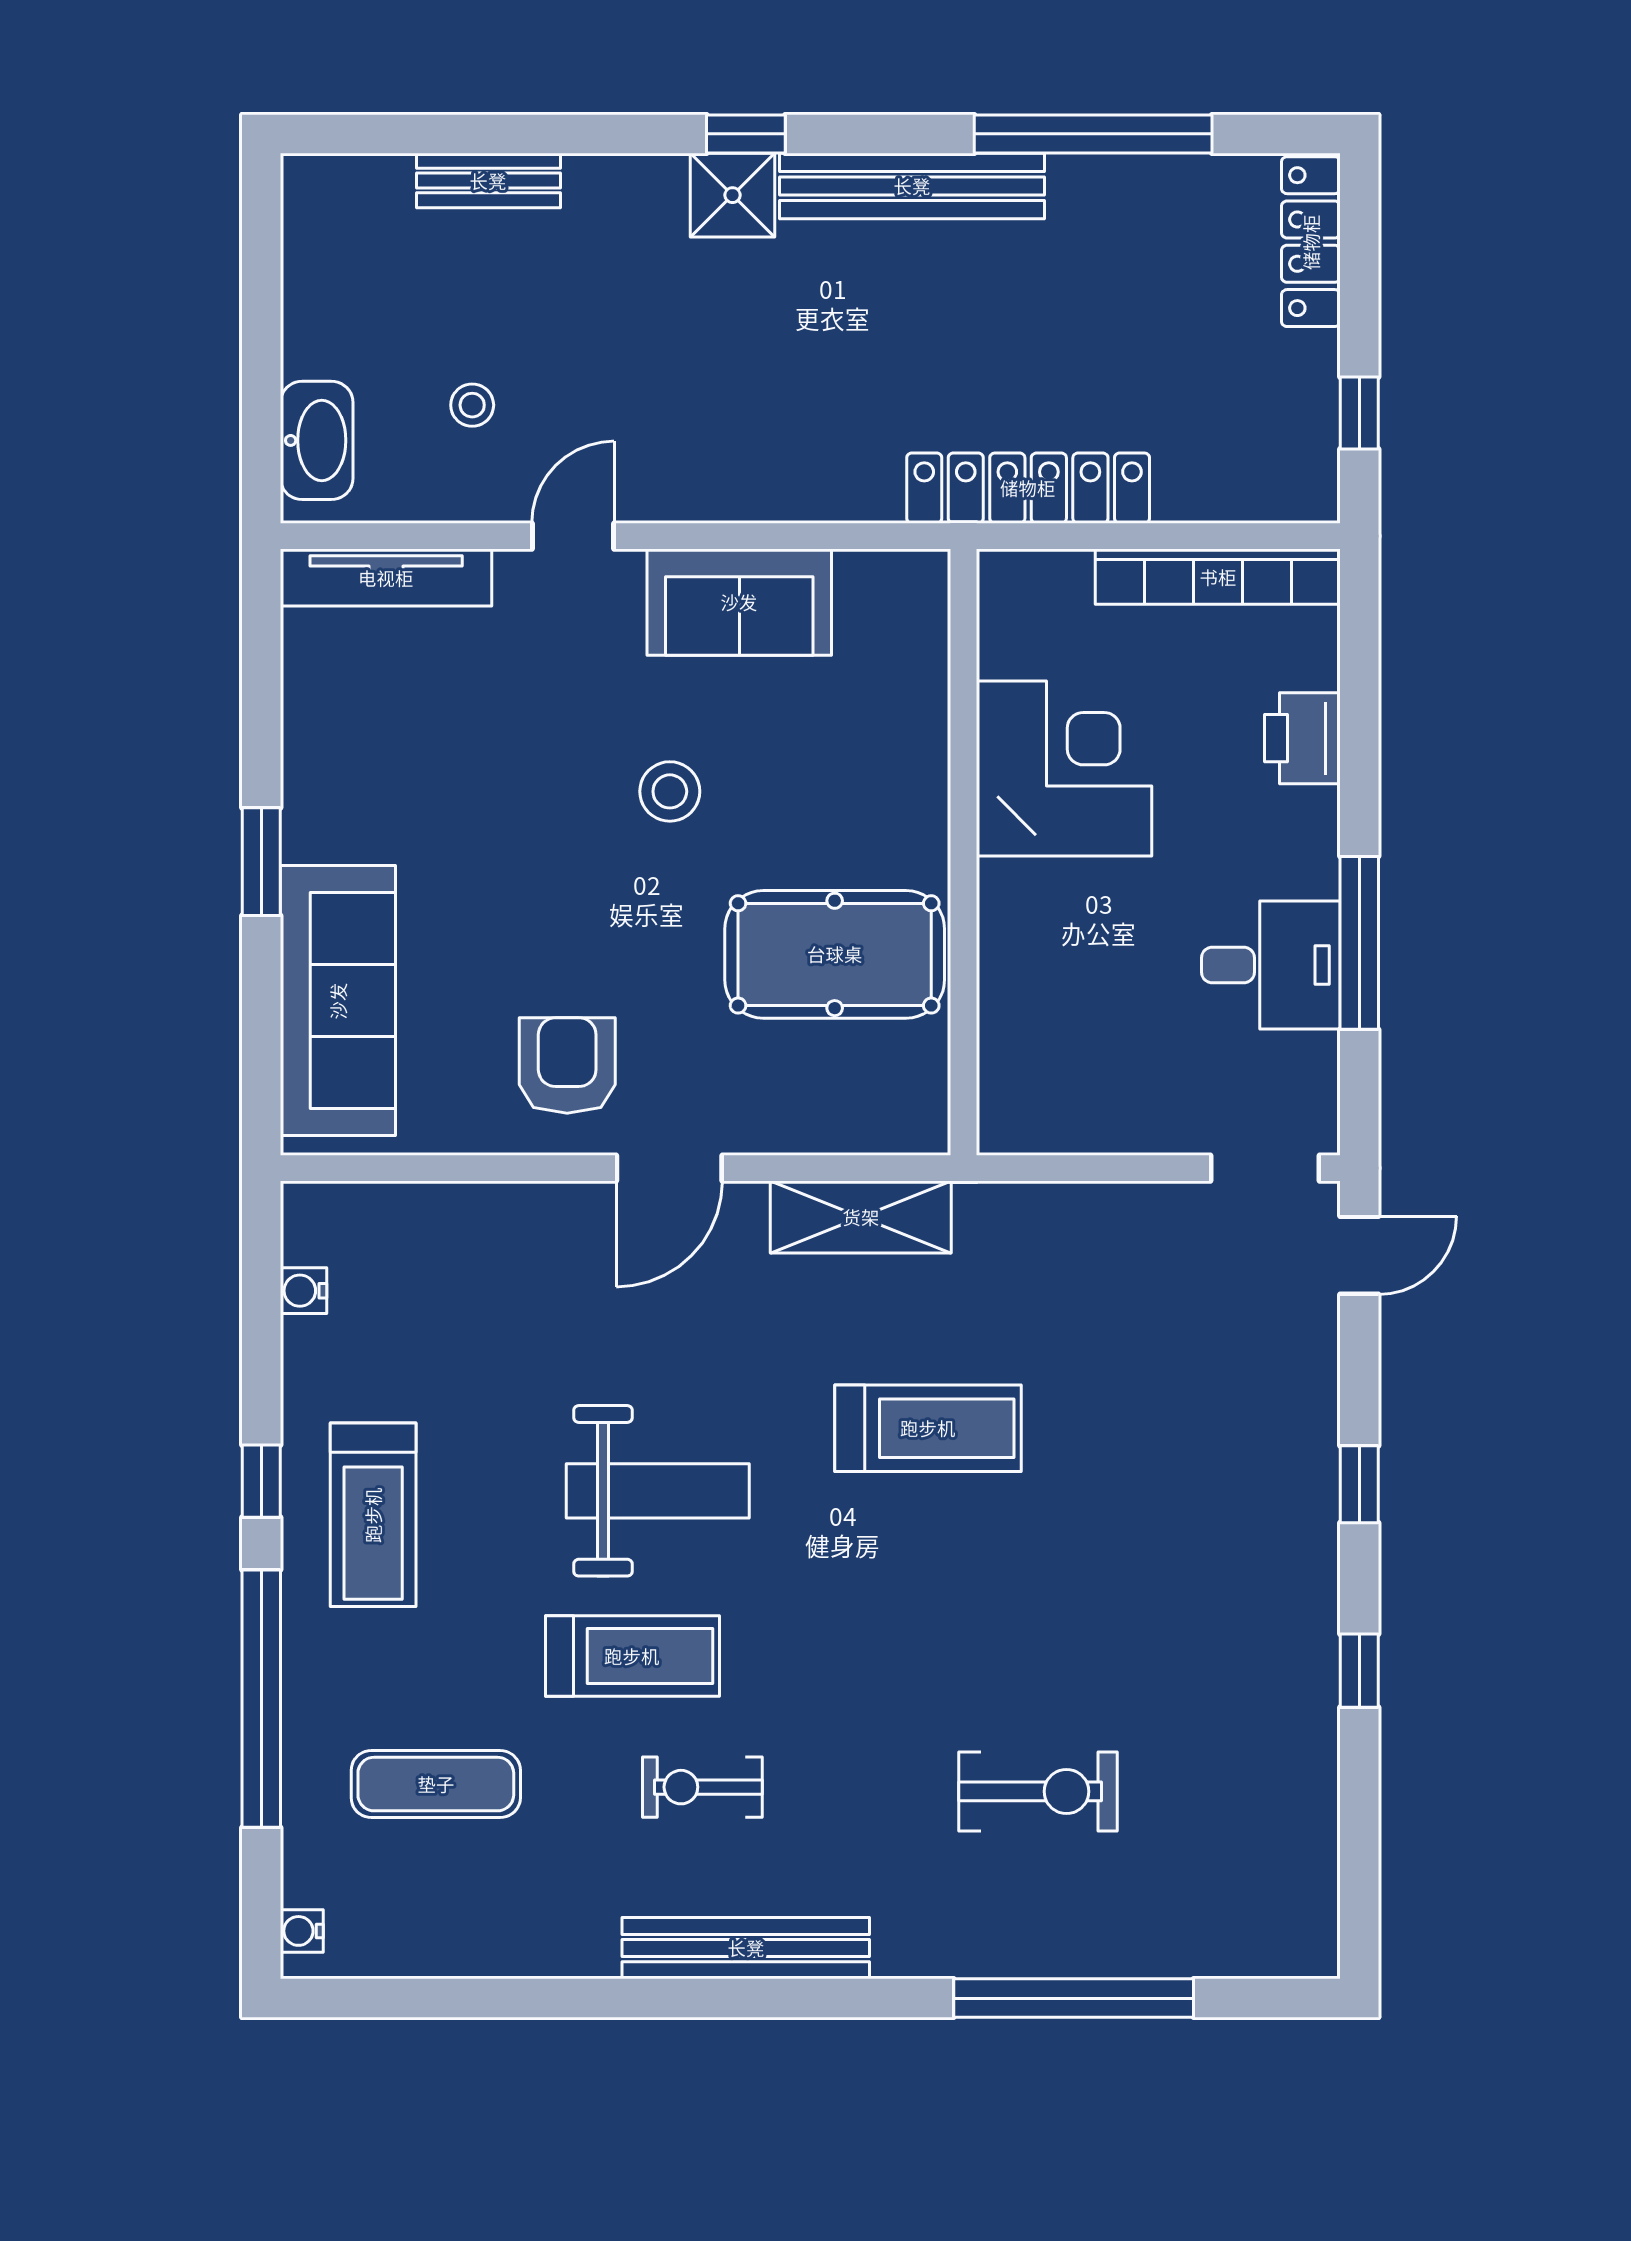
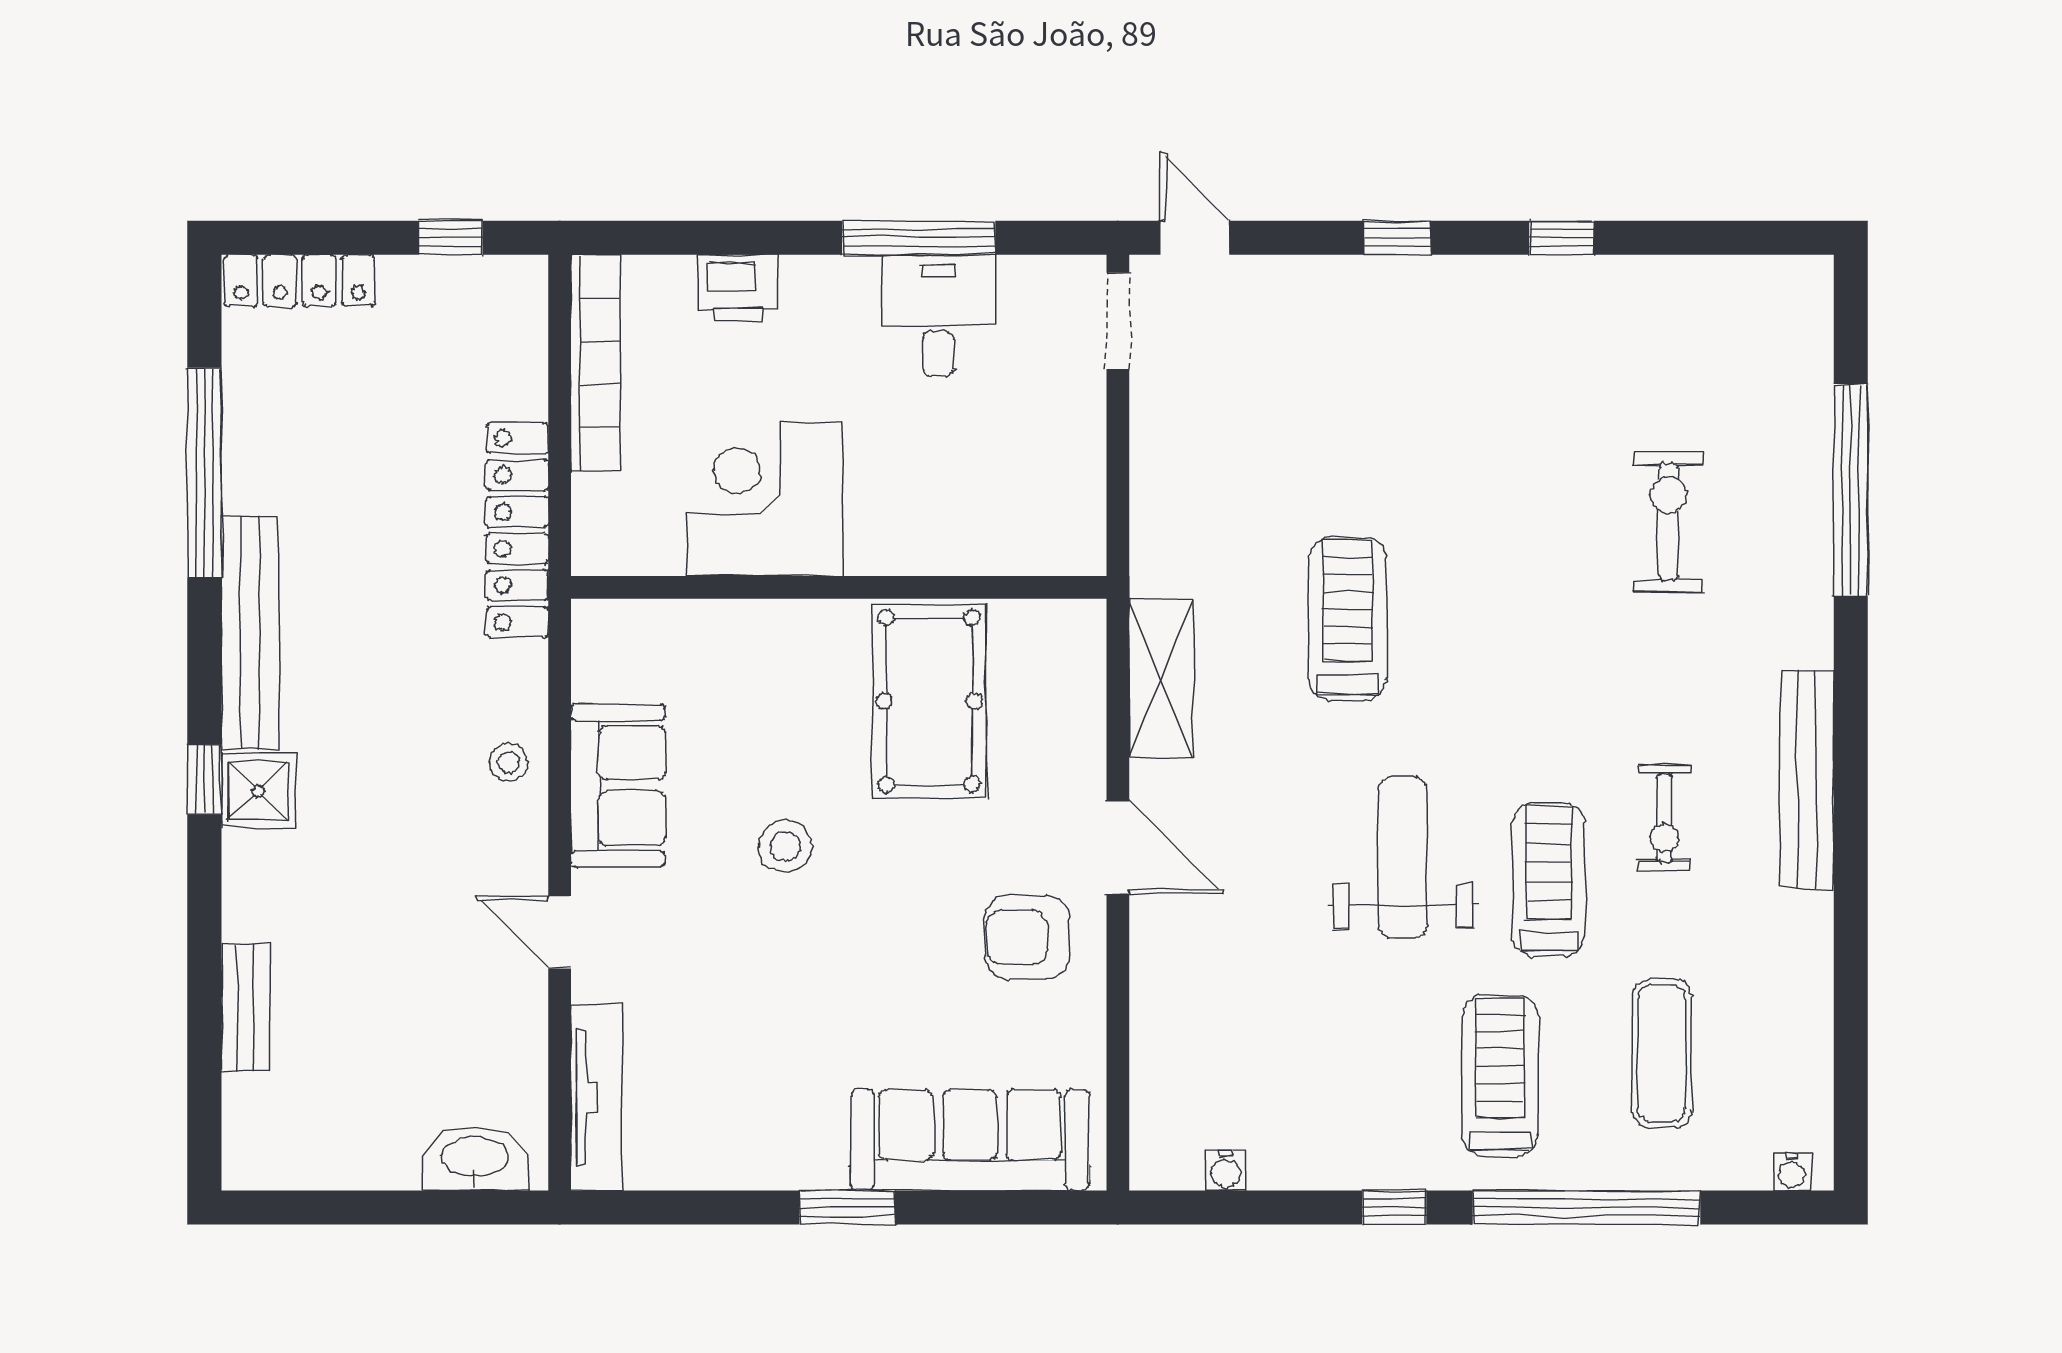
stool: (472, 405) -> (509, 762), moved
treadmill: (373, 1515) -> (1500, 1075), moved, turned -90

